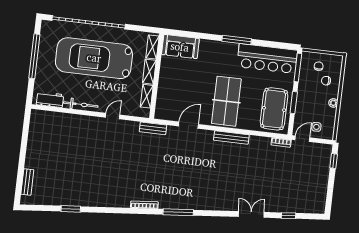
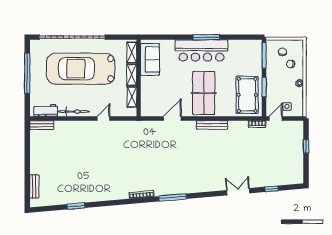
sofa: (180, 47) -> (150, 60), moved, turned -90
bar counter: (267, 58) -> (201, 50), moved
bench: (153, 128) -> (42, 125), moved
window: (334, 161) -> (306, 146), moved

